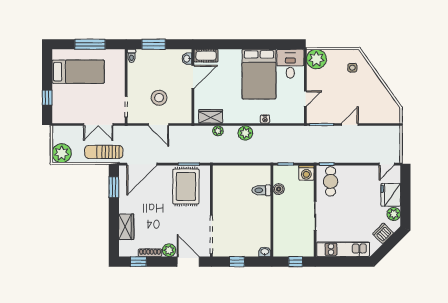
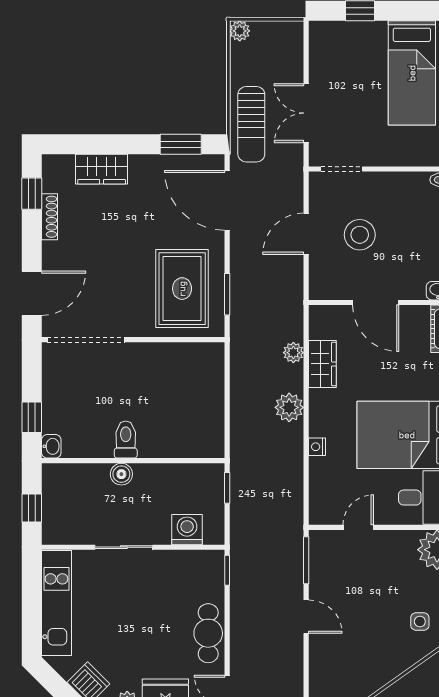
door: (193, 77) -> (376, 303), moved
door: (305, 98) -> (358, 527), swing flipped
wardrobe: (211, 116) -> (322, 364), moved
sun lounger: (104, 152) -> (251, 124), turned 180
plant: (62, 153) -> (240, 31), width x0.53, depth x0.53
washing machine: (306, 173) -> (187, 530), moved, turned 90
cafe table: (331, 181) -> (208, 633), moved, turned 90
rug: (186, 187) -> (182, 289), turned 90
boiler: (279, 189) -> (121, 474), moved
toilet: (261, 190) -> (126, 440), moved
plant: (169, 250) -> (55, 255), removed
window: (237, 262) -> (32, 417), moved

